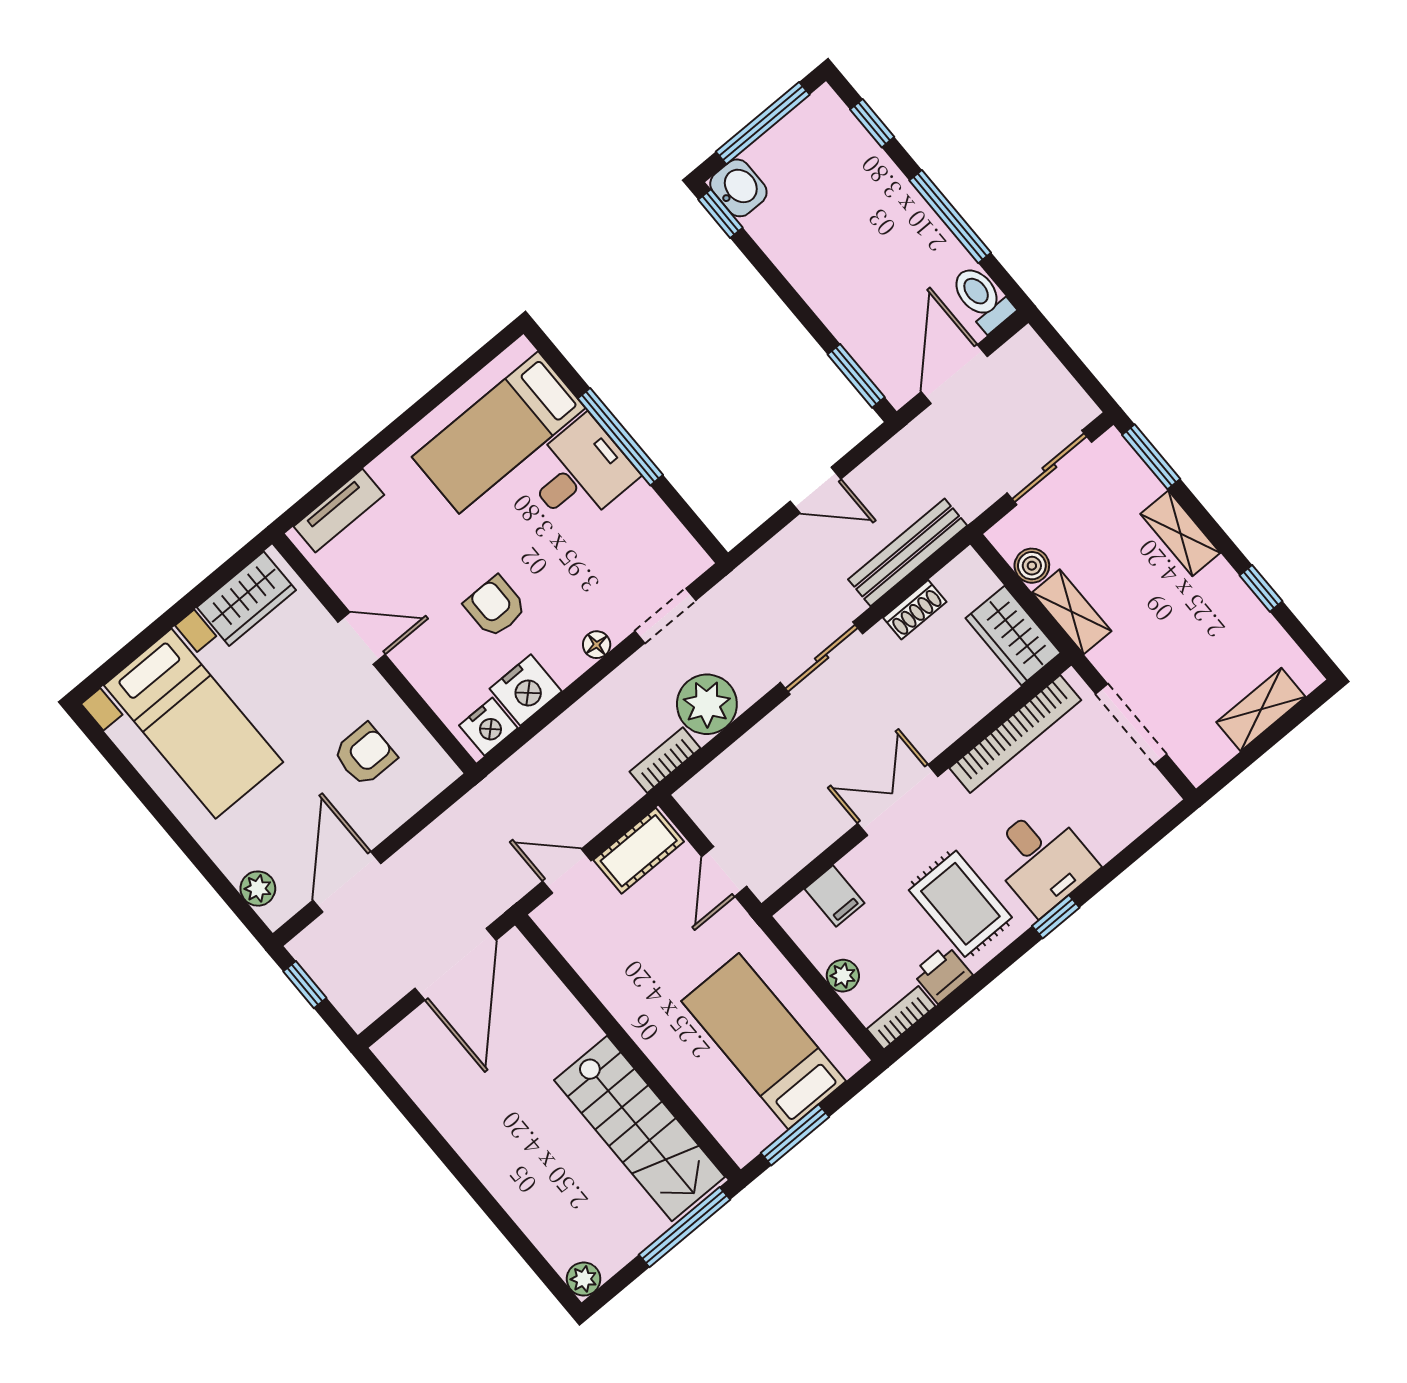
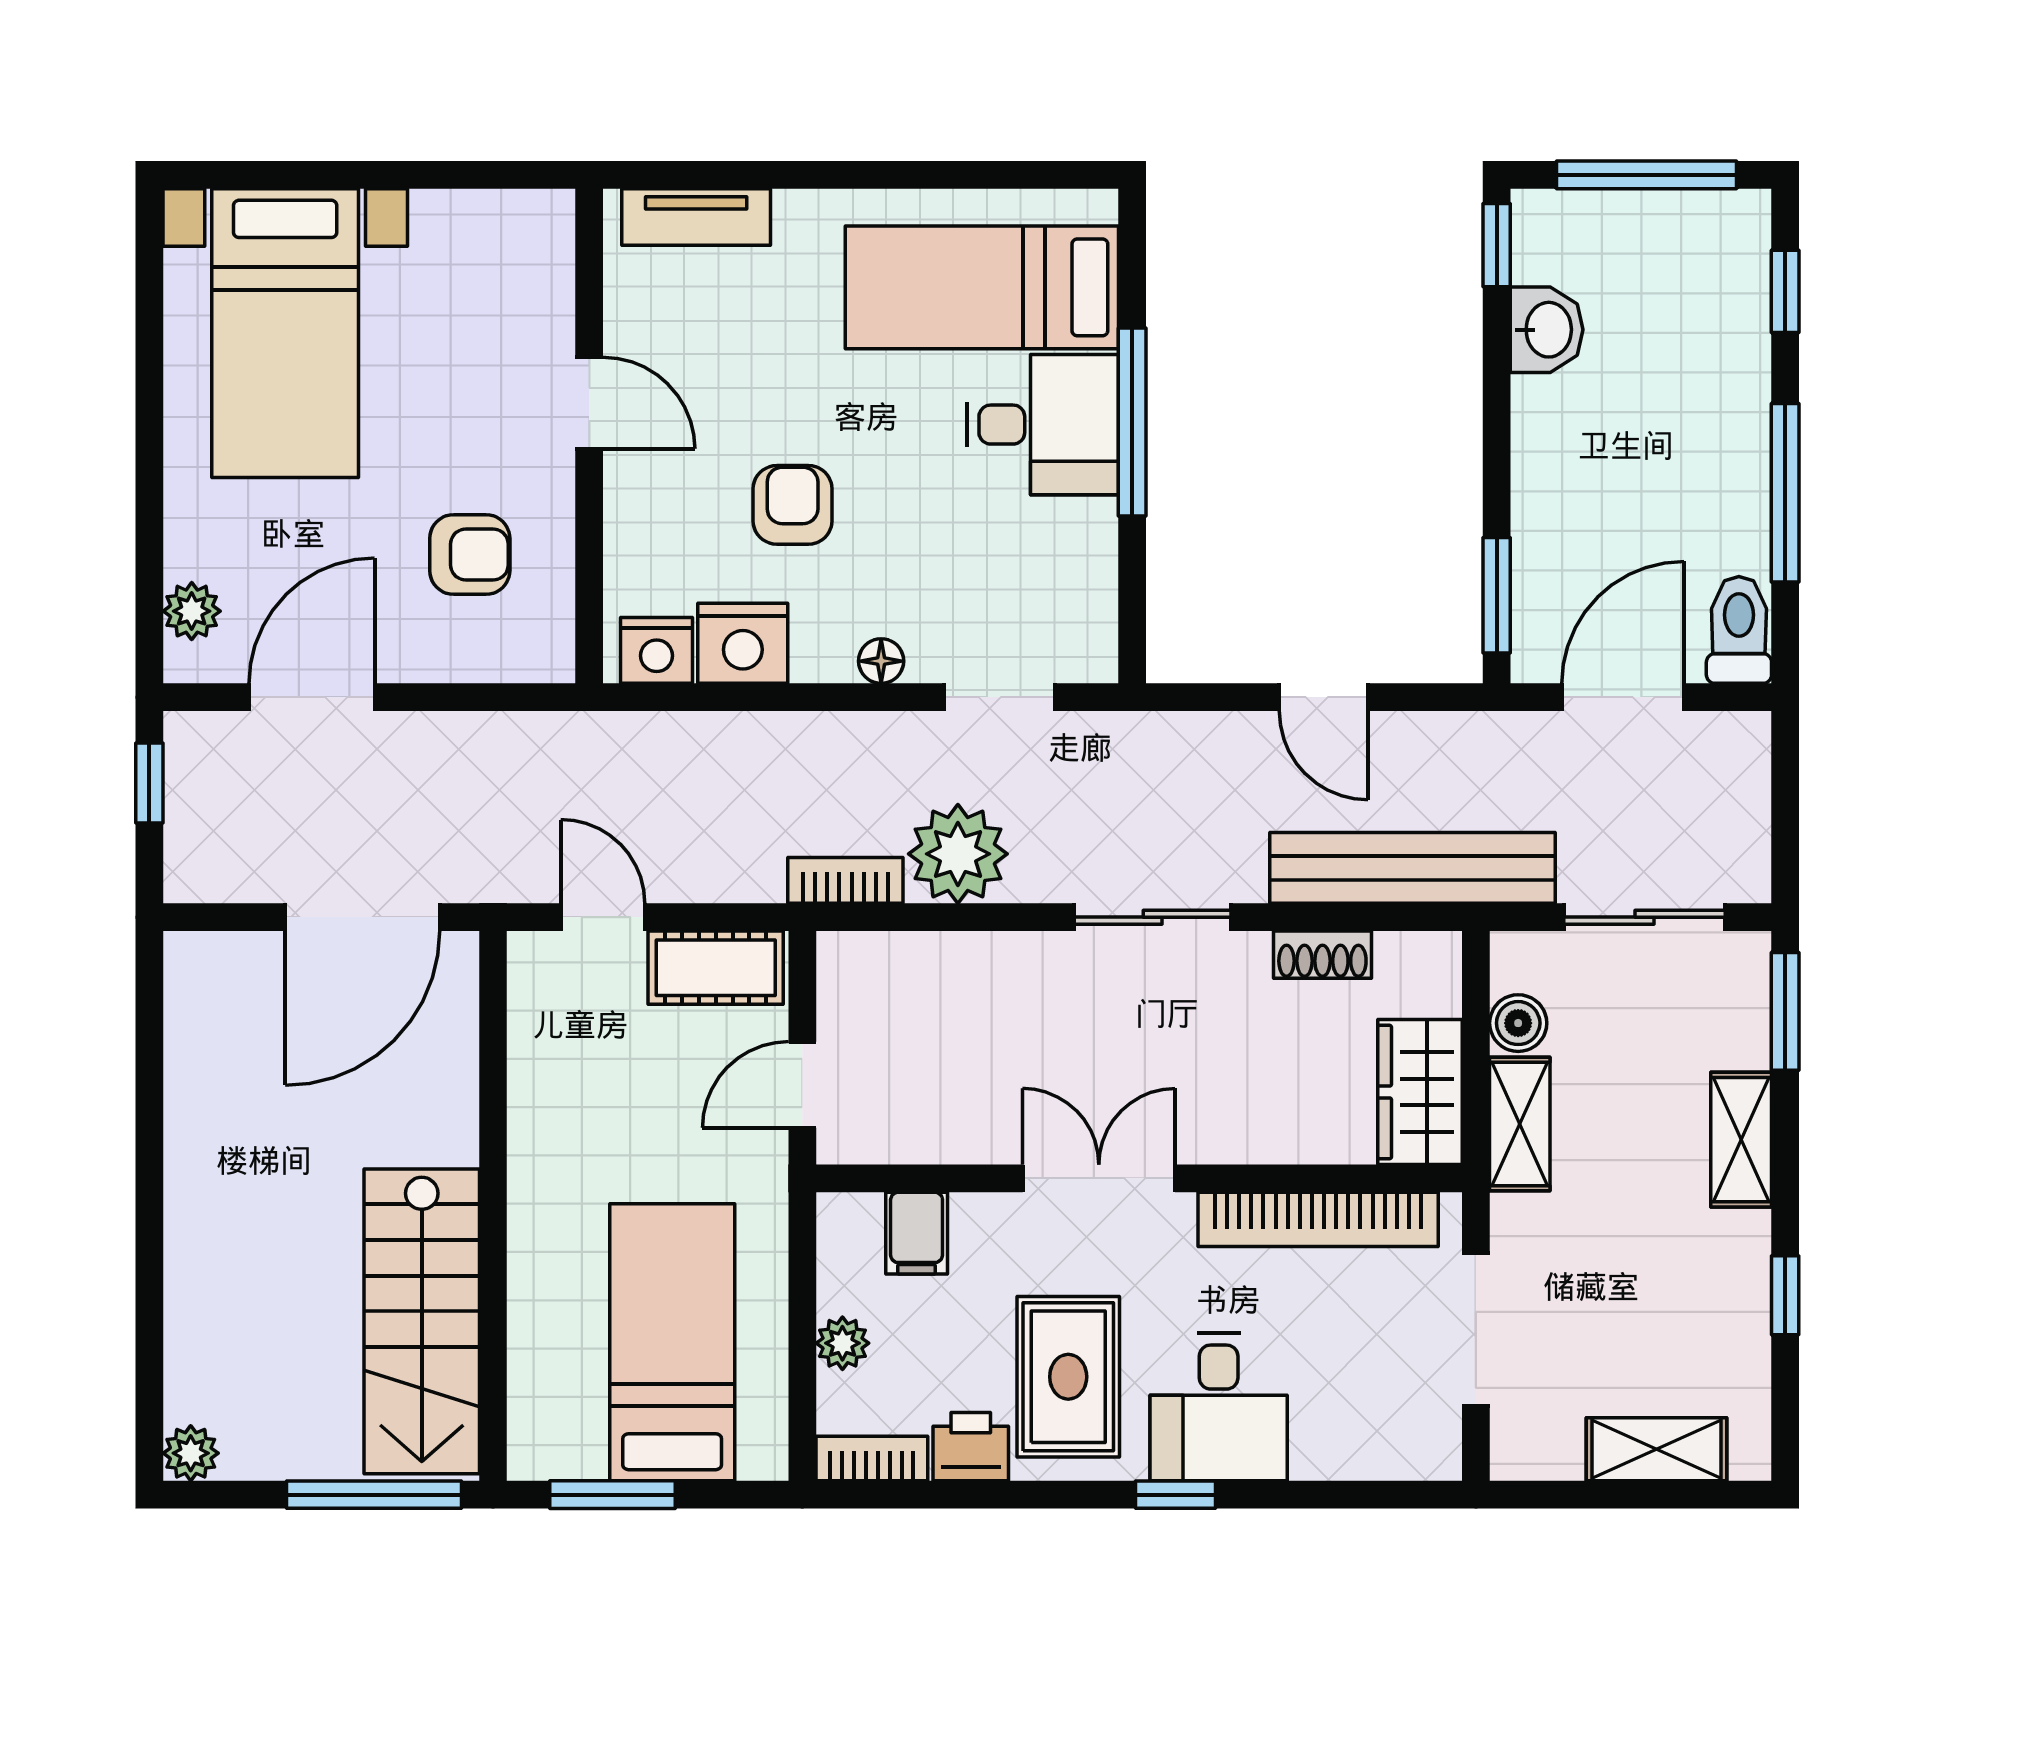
washbasin: (738, 188) -> (1547, 330), moved
bench: (908, 552) -> (1413, 868), width x1.37, depth x1.21
wardrobe: (246, 599) -> (485, 230), removed

